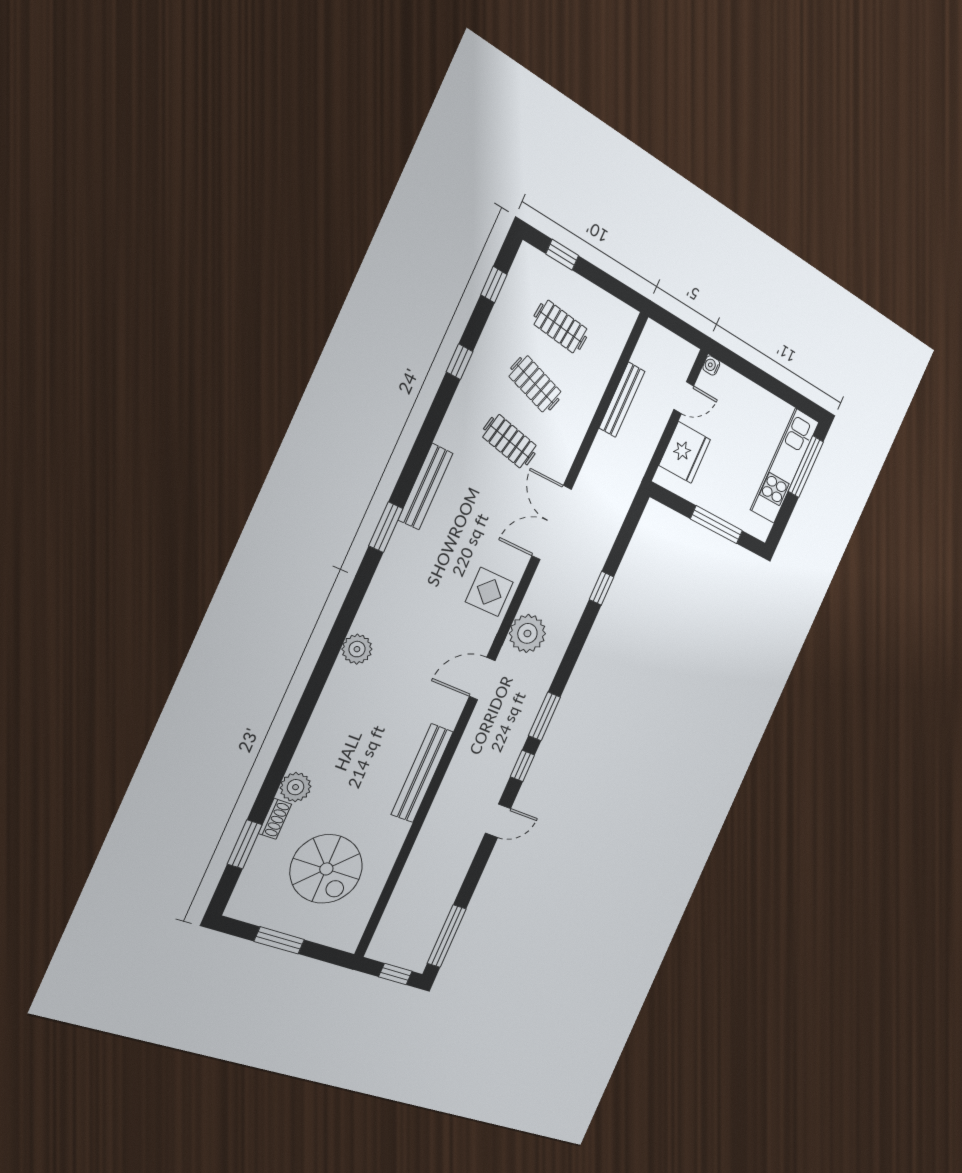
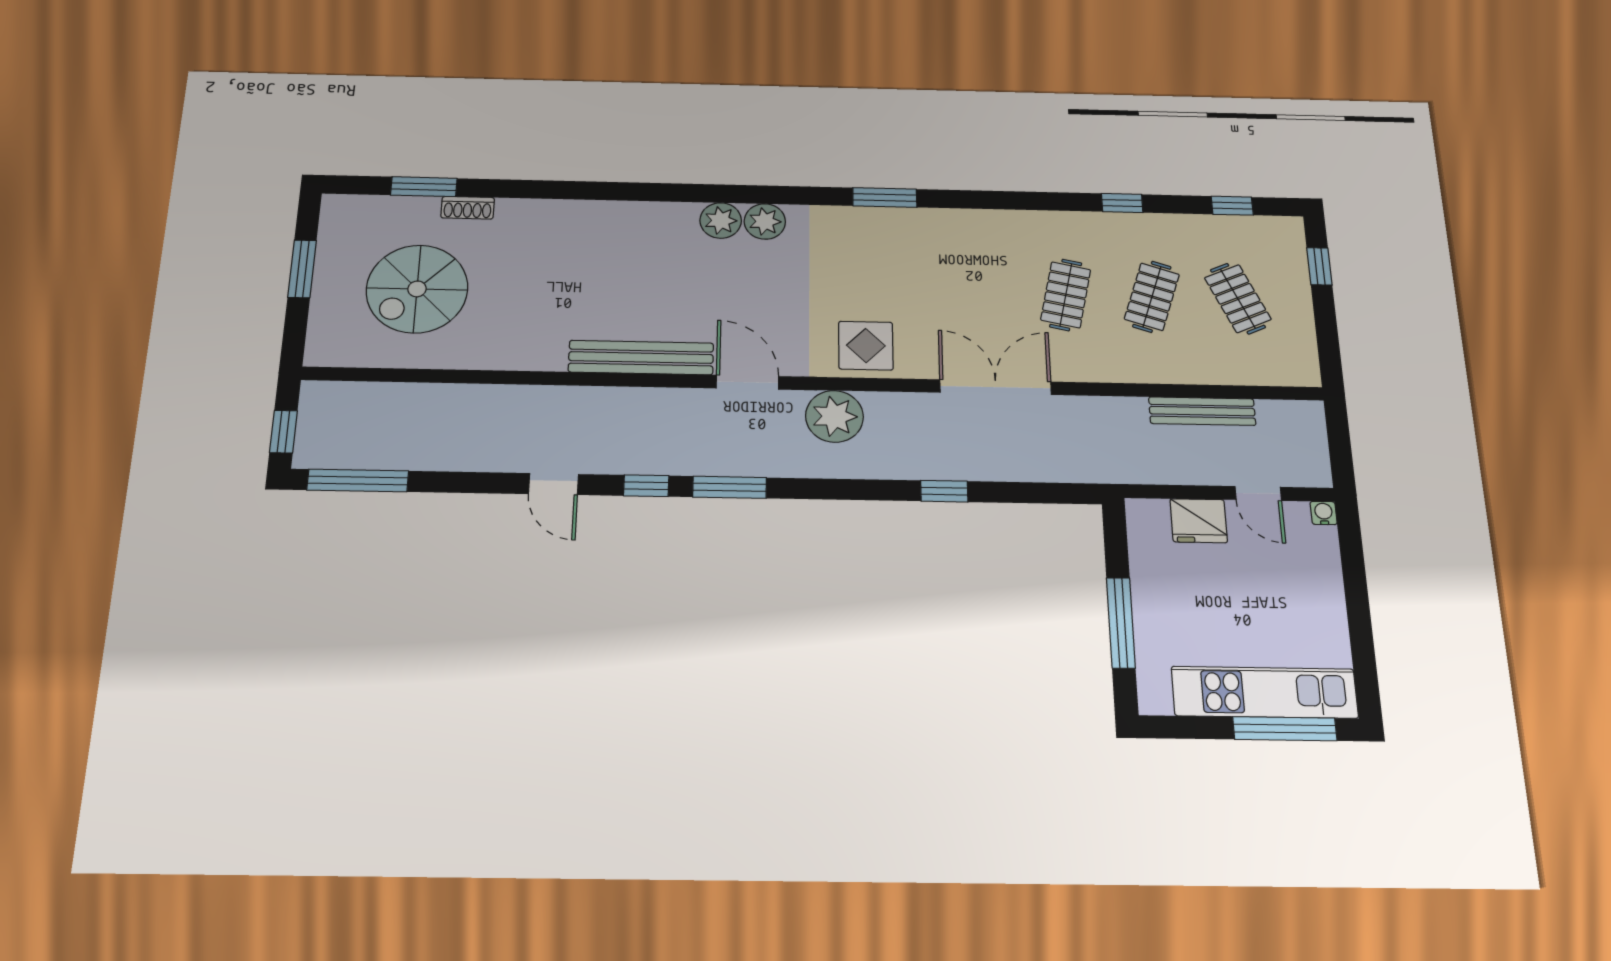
clothes rail: (561, 327) -> (1238, 299), turned -30
fridge: (685, 452) -> (1199, 521), width x0.73, depth x0.75
bench: (425, 487) -> (956, 222), removed
bench: (422, 773) -> (641, 358), moved
plant: (296, 787) -> (765, 221), moved

